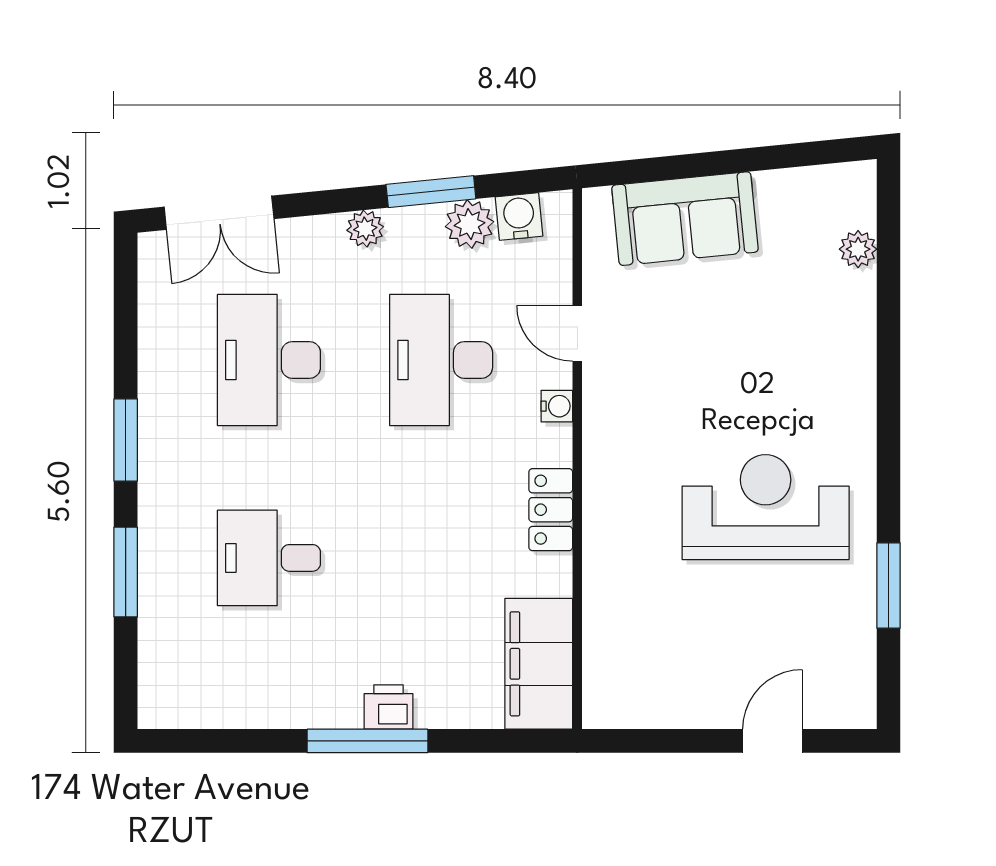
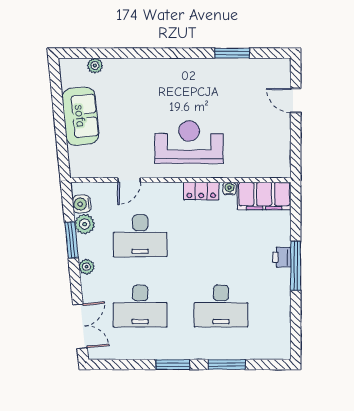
sofa: (685, 219) -> (80, 116), moved
water cooler: (557, 406) -> (229, 188), moved
reception desk: (766, 507) -> (189, 142), moved, turned 90
desk: (269, 558) -> (221, 306), width x1.37

